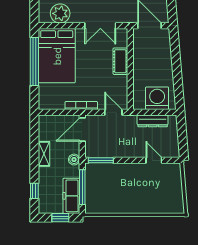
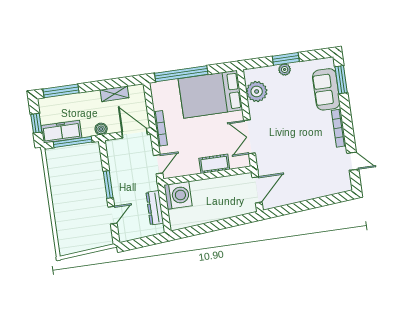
window: (34, 62) -> (181, 74), moved
washing machine: (157, 98) -> (178, 195), moved
shelving: (44, 154) -> (115, 94), moved
window: (101, 160) -> (108, 184), moved
window: (34, 191) -> (61, 91), width x2.17

